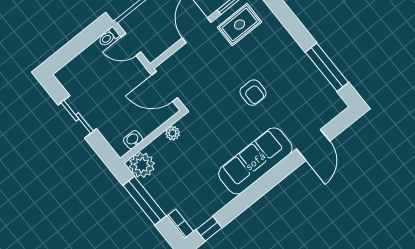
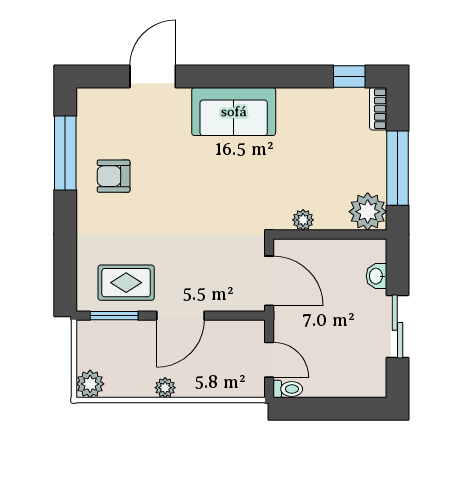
armchair: (253, 93) -> (114, 176), moved, turned -90
washbasin: (133, 140) -> (376, 276), moved, turned 90
sofa: (255, 161) -> (234, 112), width x0.73

